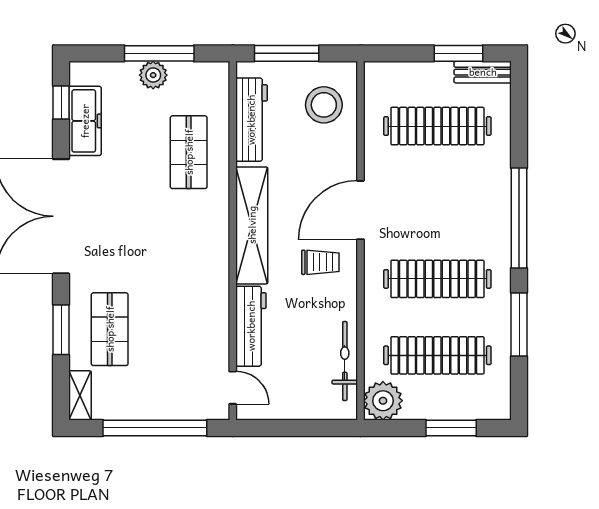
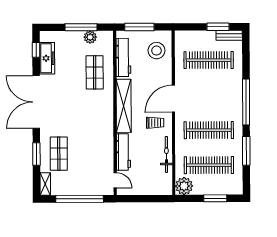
plant: (153, 75) -> (90, 37), moved
bicycle: (345, 361) -> (166, 154), moved

